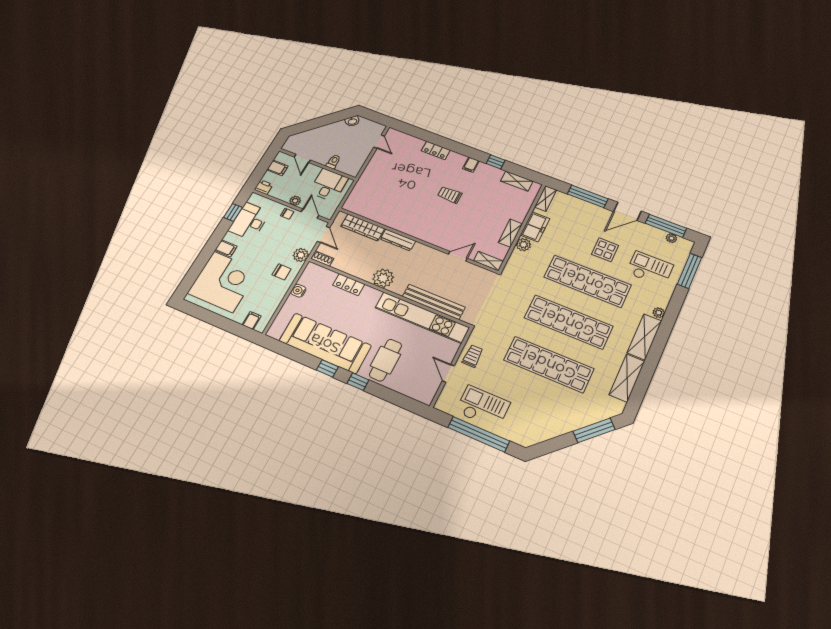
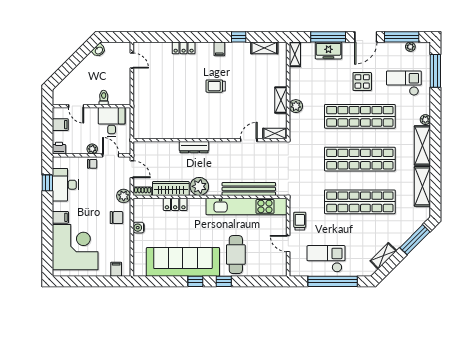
wardrobe: (363, 227) -> (171, 189), moved, turned 180
freezer: (535, 227) -> (328, 50), moved, turned 90
shelving: (550, 432) -> (383, 256), added

